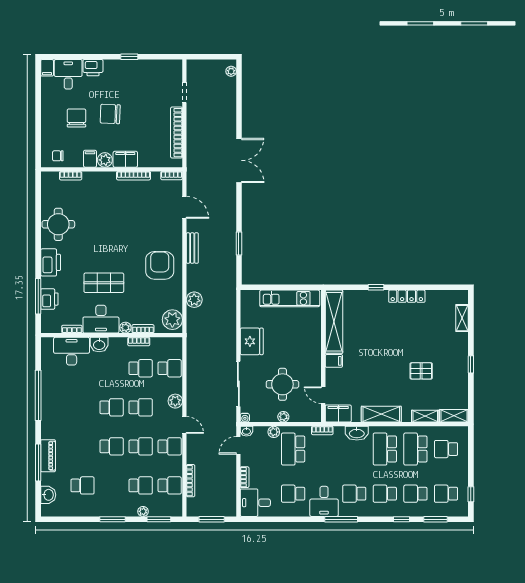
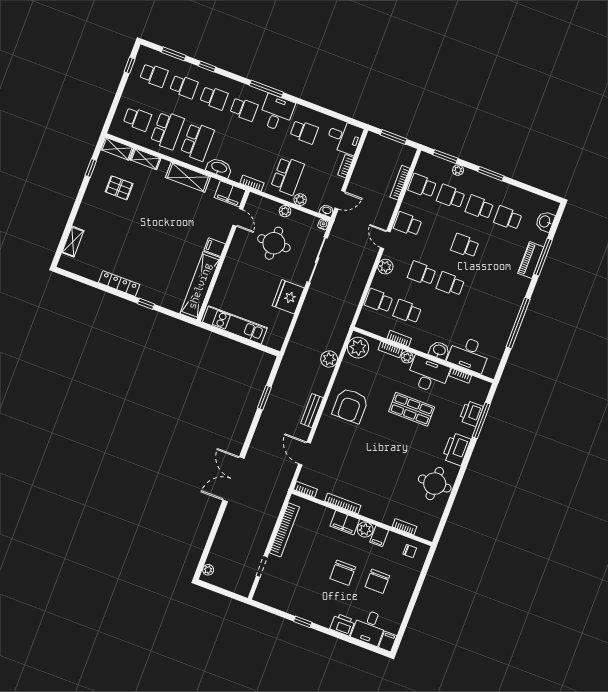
chair: (110, 114) -> (343, 573), turned 88
window: (471, 364) -> (91, 168), moved
pallet: (421, 371) -> (119, 188), moved
school desk: (141, 446) -> (479, 207), moved

